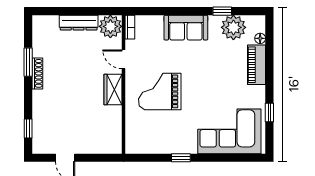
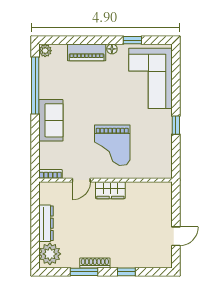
window: (222, 11) -> (35, 85), width x3.17
plant: (110, 26) -> (50, 254), moved
plant: (233, 27) -> (45, 51), moved, width x0.53, depth x0.53
floor lamp: (260, 38) -> (112, 49), moved
window: (28, 128) -> (126, 272), moved

